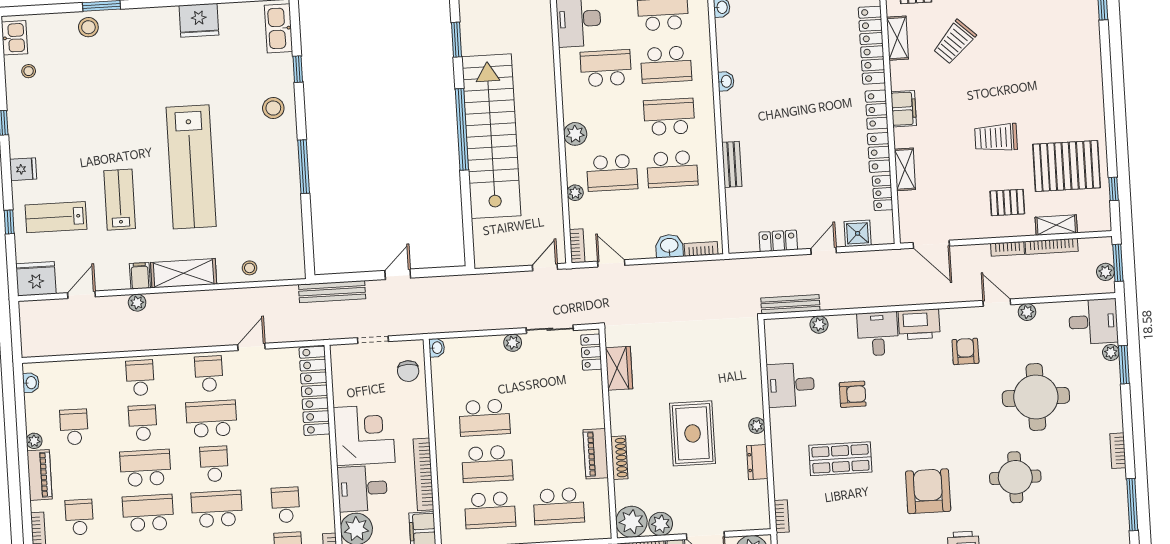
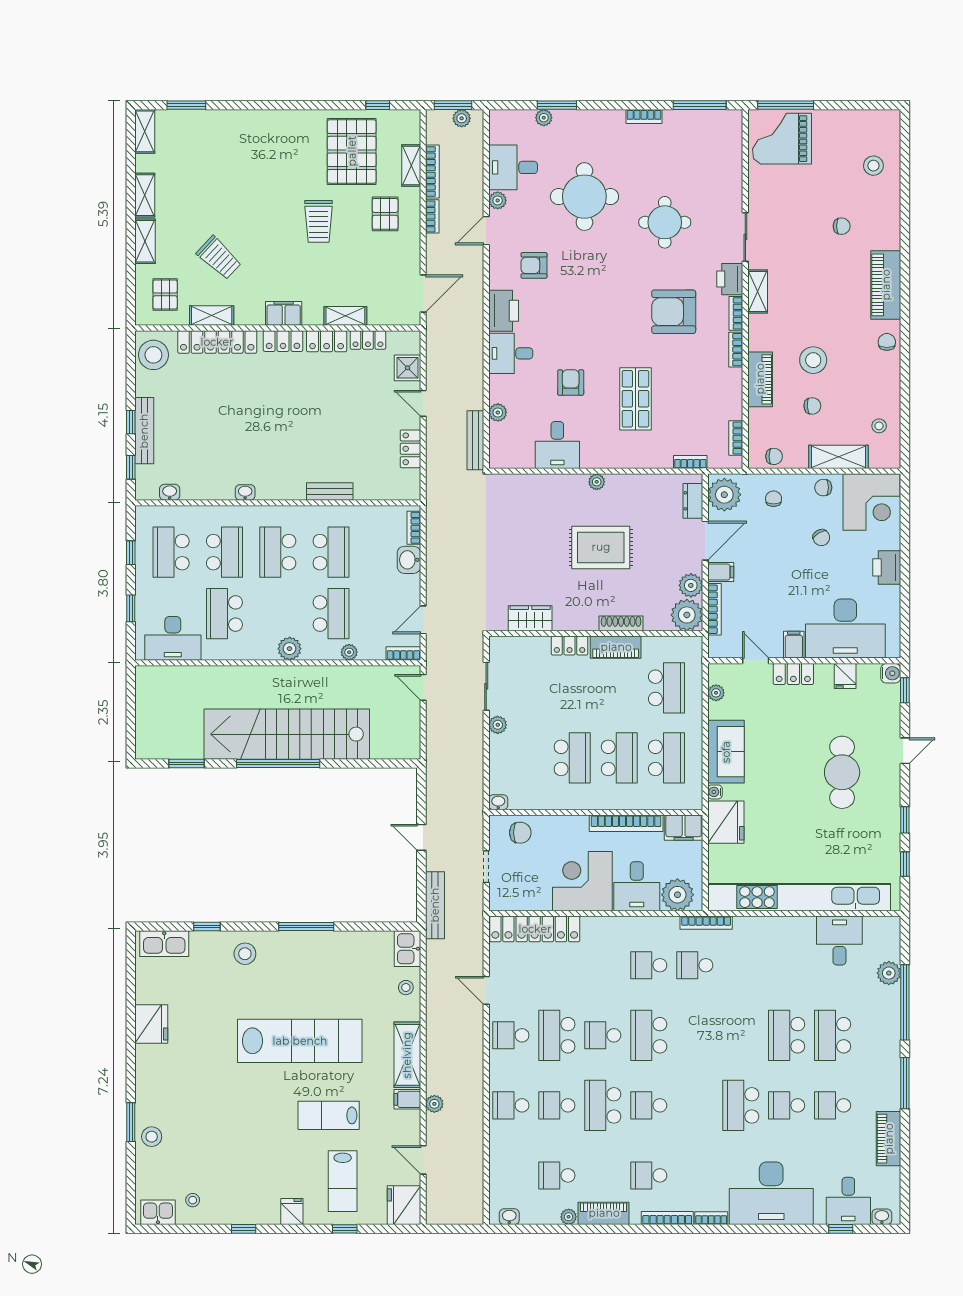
kitchen sink: (288, 267) -> (408, 949), added
desk: (1093, 322) -> (513, 167), moved, turned -90
locker: (591, 352) -> (570, 646), moved
dresser: (757, 462) -> (693, 501), moved, turned 90
school desk: (148, 513) -> (649, 1105), width x0.54

